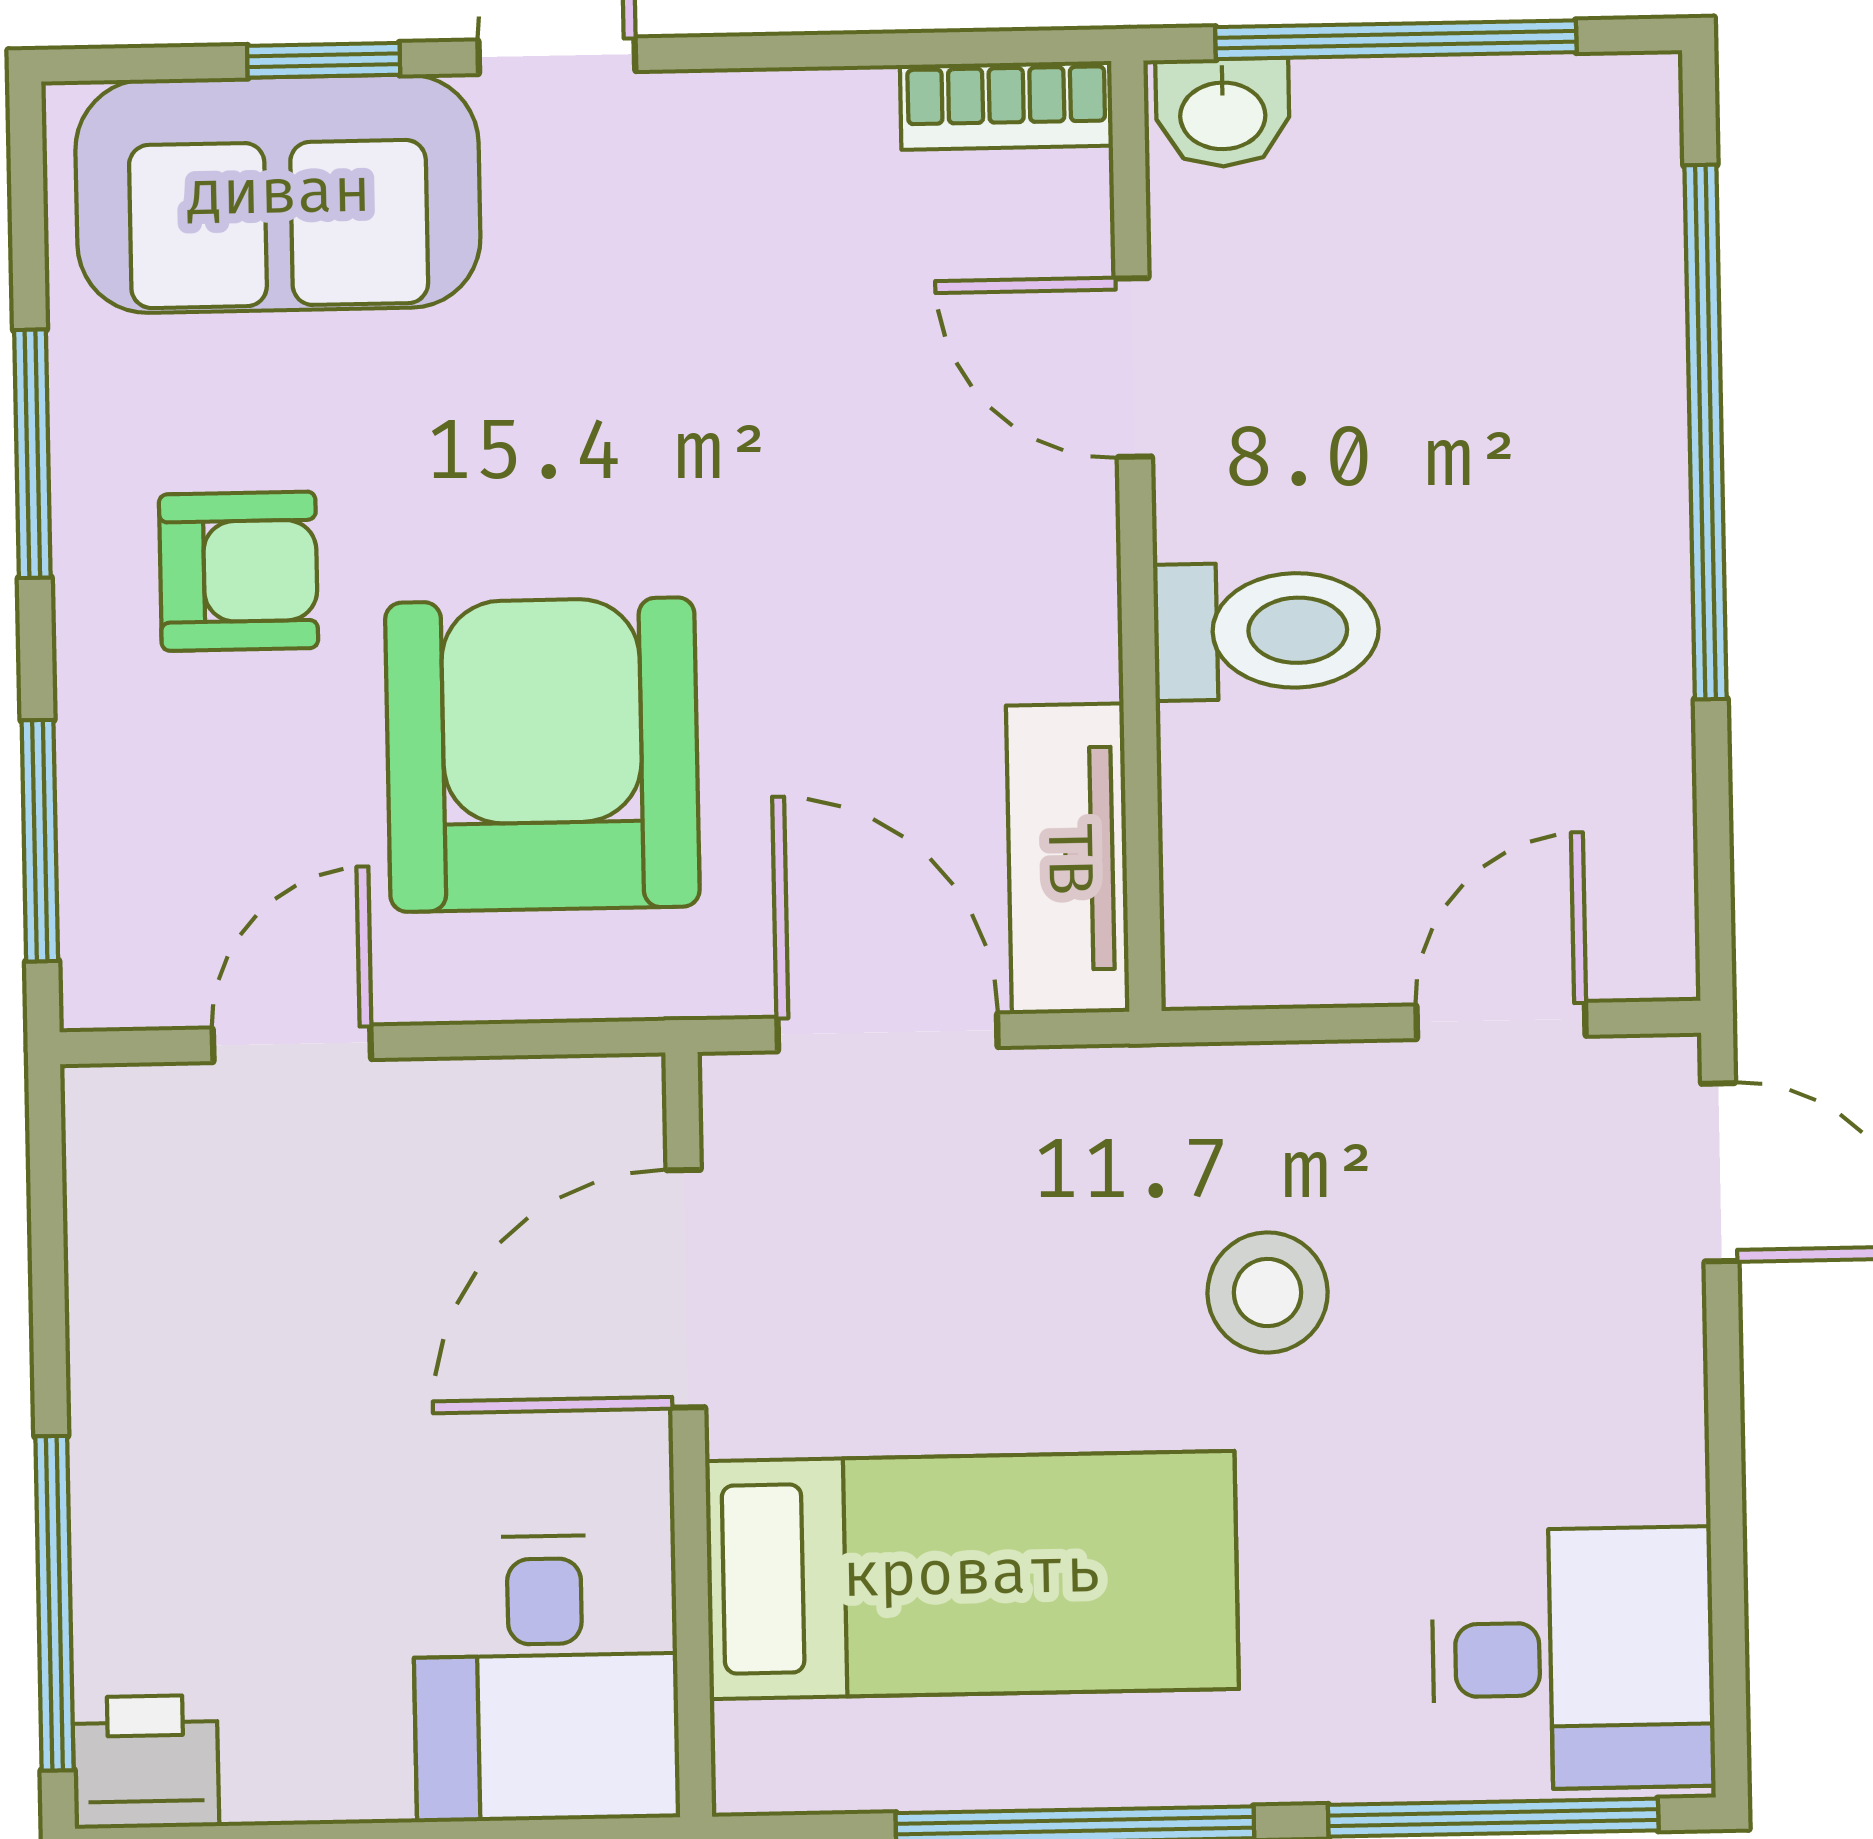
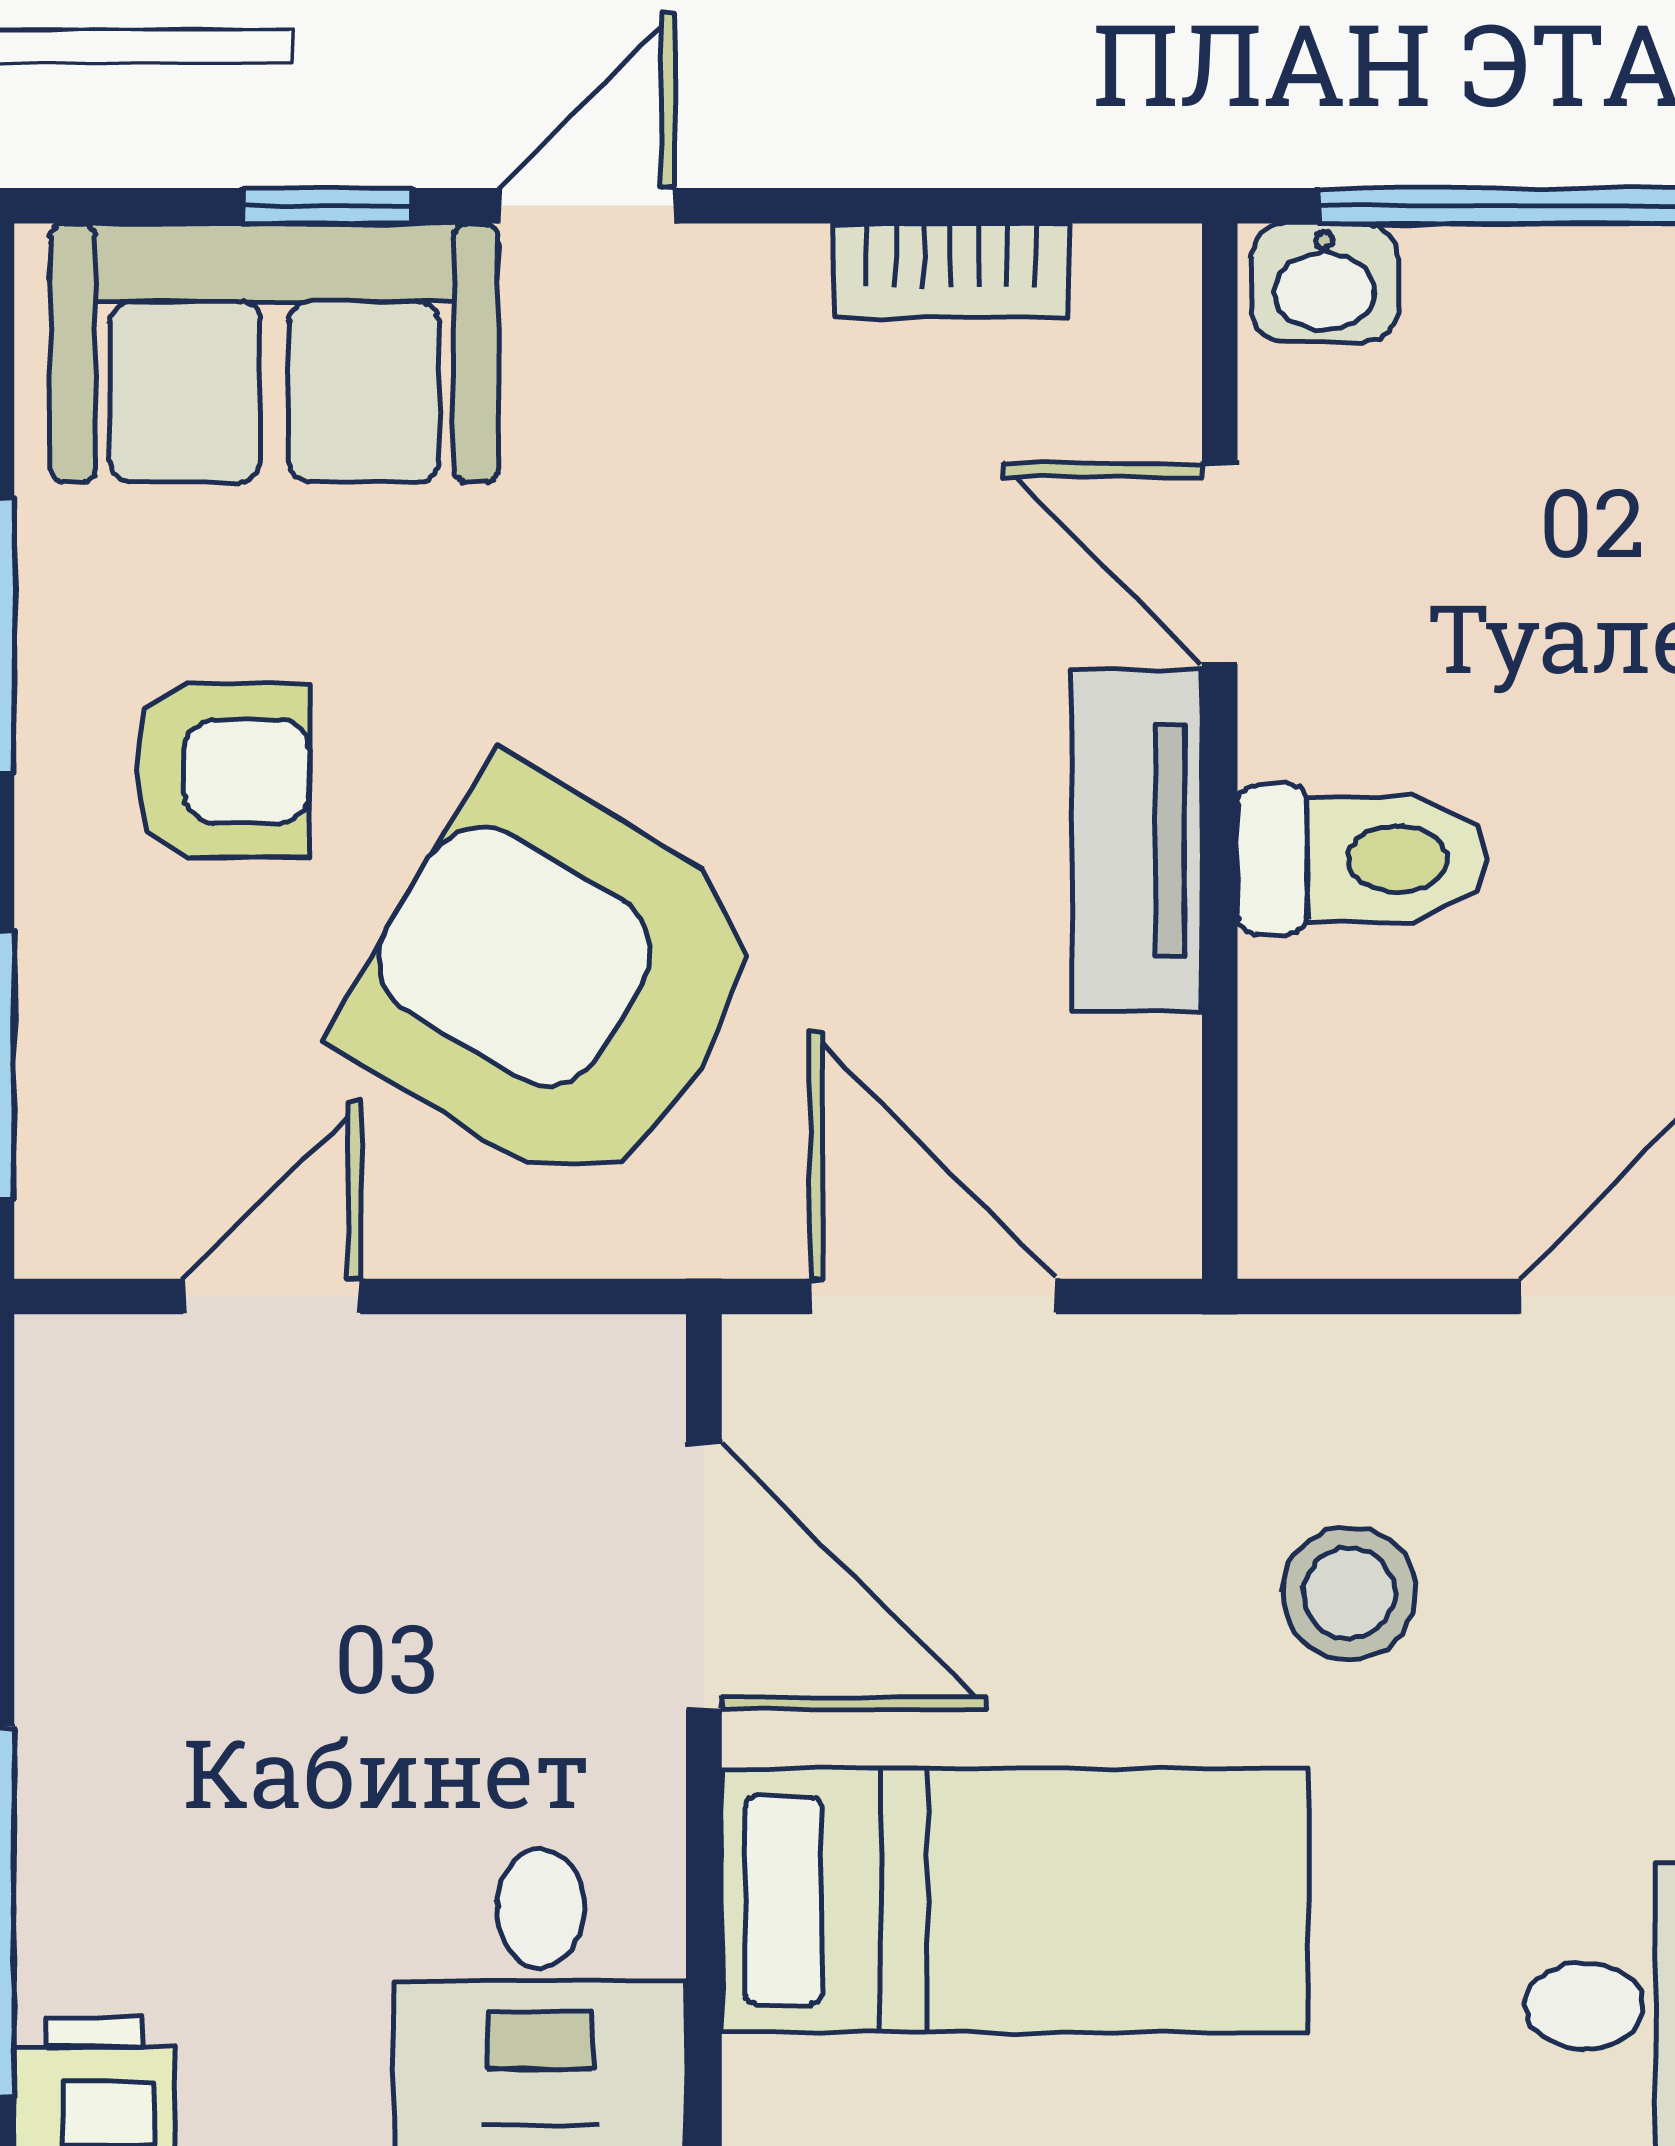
bookcase: (1006, 105) -> (951, 270), moved
armchair: (542, 755) -> (556, 981), turned -59
tv unit: (1068, 859) -> (1137, 841), moved
door: (686, 1289) -> (704, 1577), swing flipped

